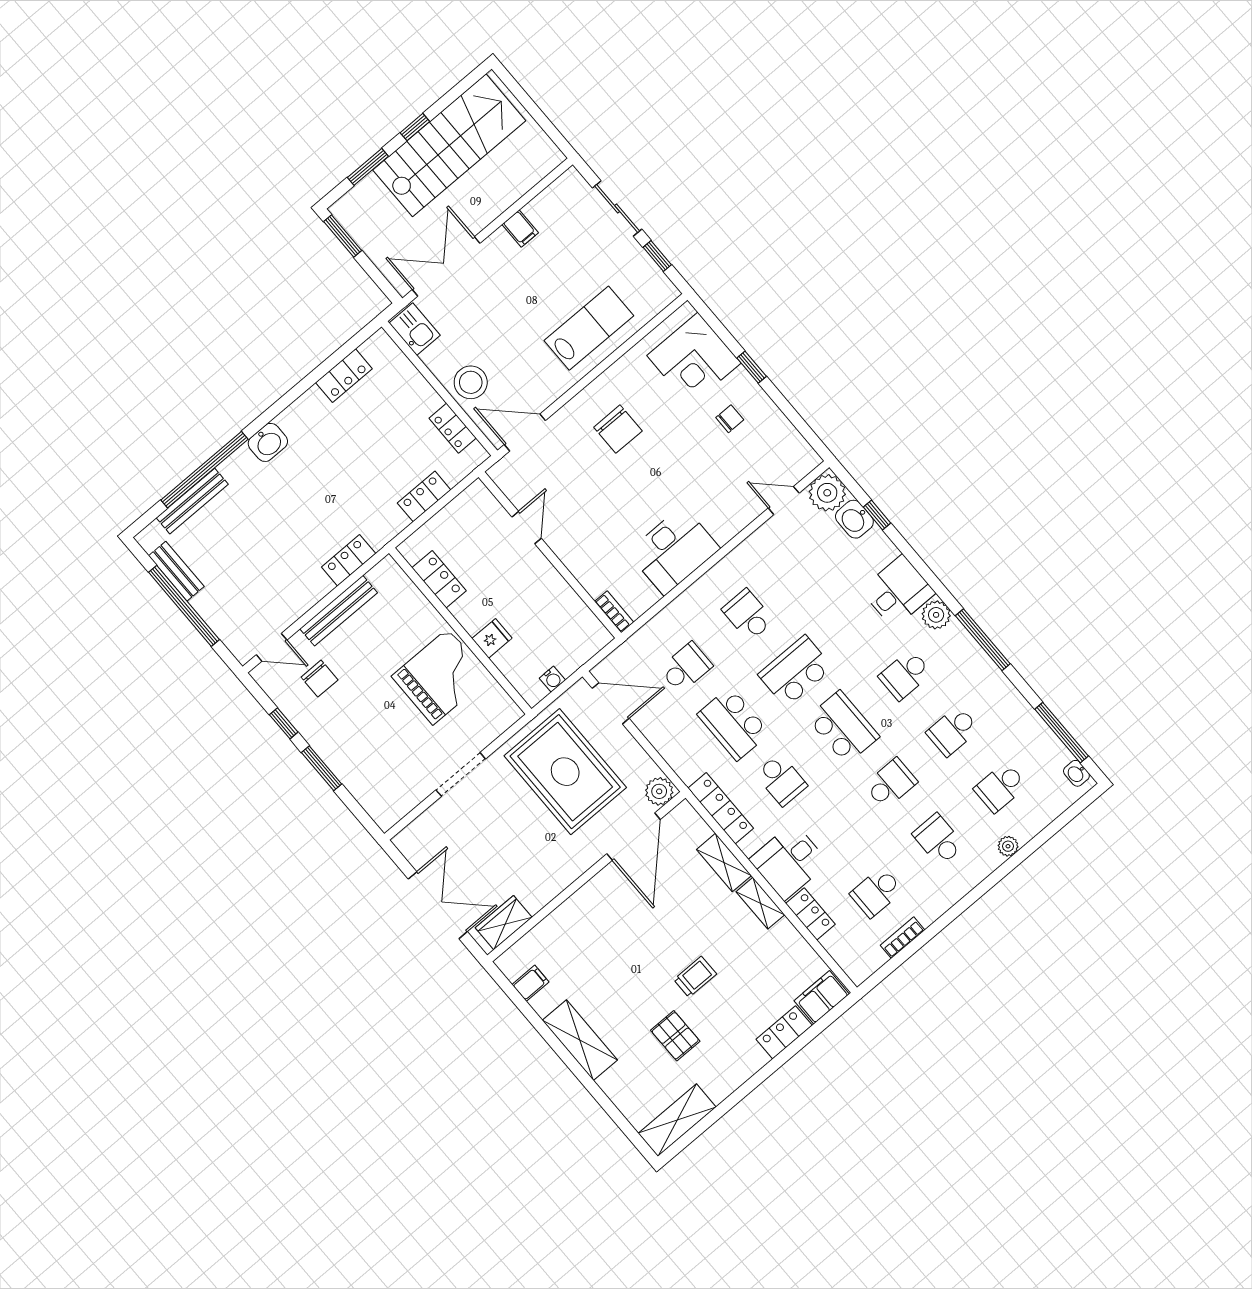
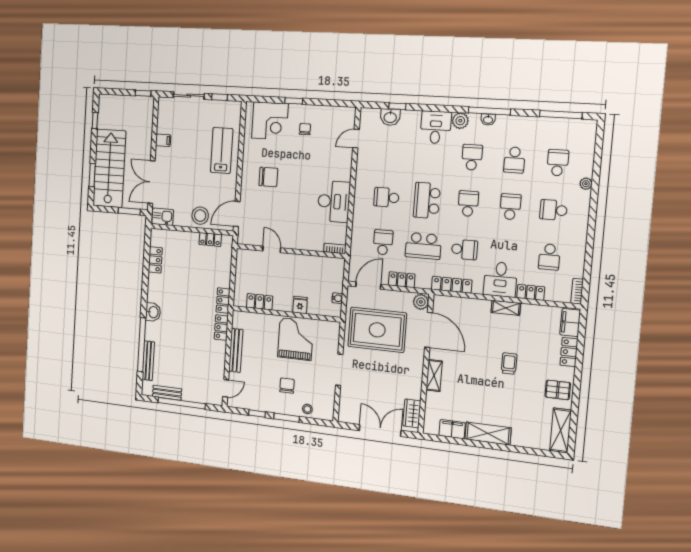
window: (415, 127) -> (95, 120), moved
window: (556, 137) -> (143, 93), added
stairs: (449, 145) -> (109, 168), moved
window: (343, 236) -> (129, 211), moved
plant: (827, 493) -> (370, 118), removed
locker: (424, 496) -> (223, 300), moved
school desk: (905, 675) -> (472, 157), turned 180
chair: (319, 679) -> (287, 386), moved, turned -90
school desk: (843, 727) -> (468, 204), width x0.54
locker: (662, 739) -> (402, 280), added
washbasin: (1076, 773) -> (488, 120), moved
stool: (363, 784) -> (307, 409), added
school desk: (1000, 787) -> (558, 163), turned 180
shelving: (724, 862) -> (434, 376), moved, turned 90
bookcase: (902, 938) -> (577, 291), moved
filing cabinet: (530, 983) -> (452, 429), width x2.00
pallet: (675, 1036) -> (558, 390), moved

